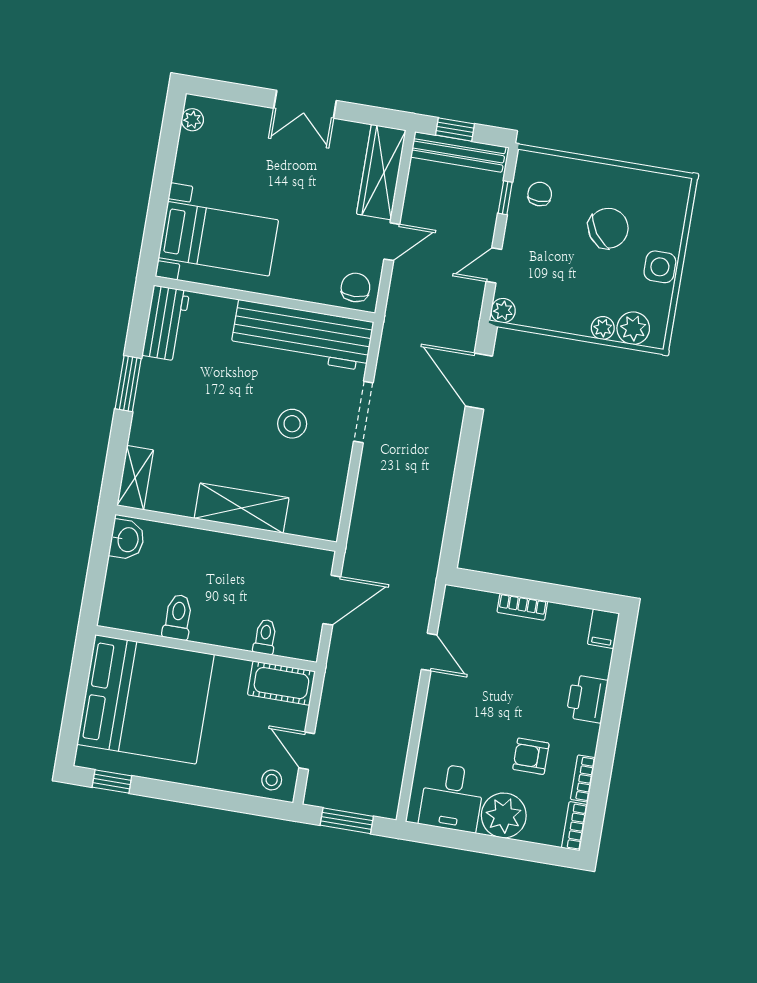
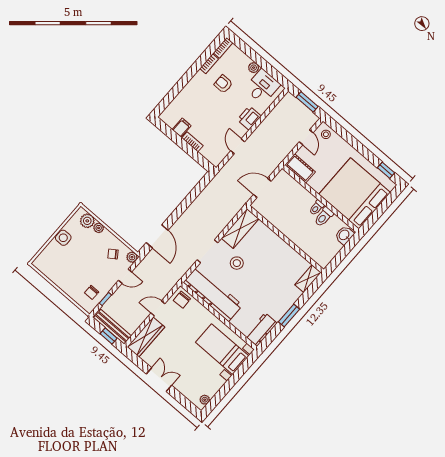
chair: (608, 228) -> (113, 254), moved, width x0.54, depth x0.54
shelving: (242, 508) -> (240, 228), moved, turned 90
washbasin: (127, 540) -> (344, 235), moved
filing cabinet: (603, 629) -> (182, 128), moved
toilet: (265, 637) -> (317, 208), moved
printer: (587, 699) -> (249, 118), moved, turned 180
armchair: (531, 756) -> (223, 84), turned 180
plant: (504, 815) -> (254, 68), width x0.53, depth x0.53

